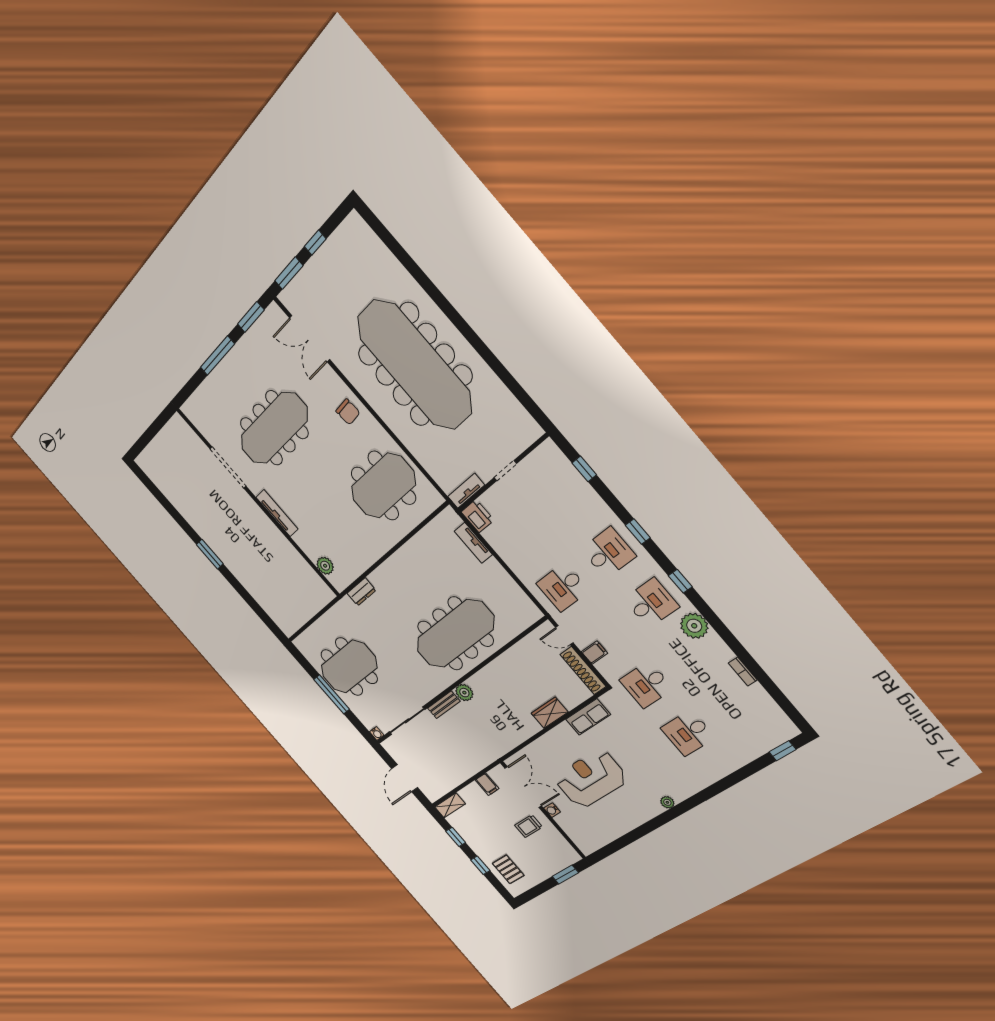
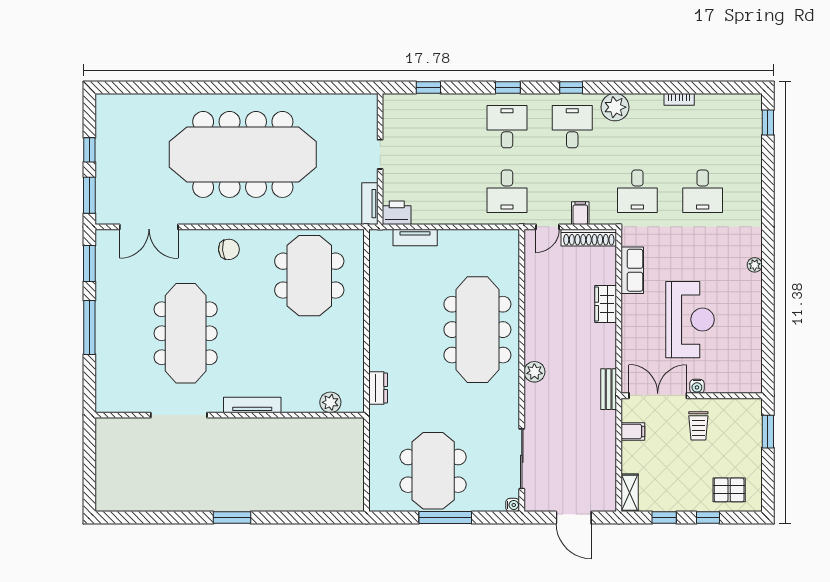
bench: (444, 705) -> (609, 389), moved
reception desk: (591, 779) -> (690, 320), turned 180

